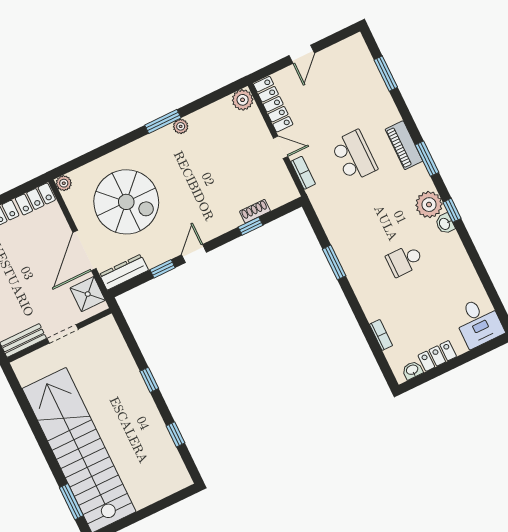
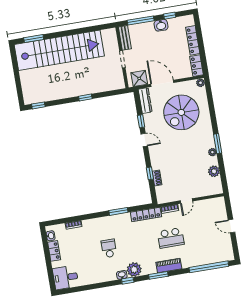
window: (386, 74) -> (209, 267), width x2.11
plant: (243, 100) -> (214, 171), moved
locker: (273, 104) -> (146, 214), moved
window: (176, 434) -> (38, 105), moved

